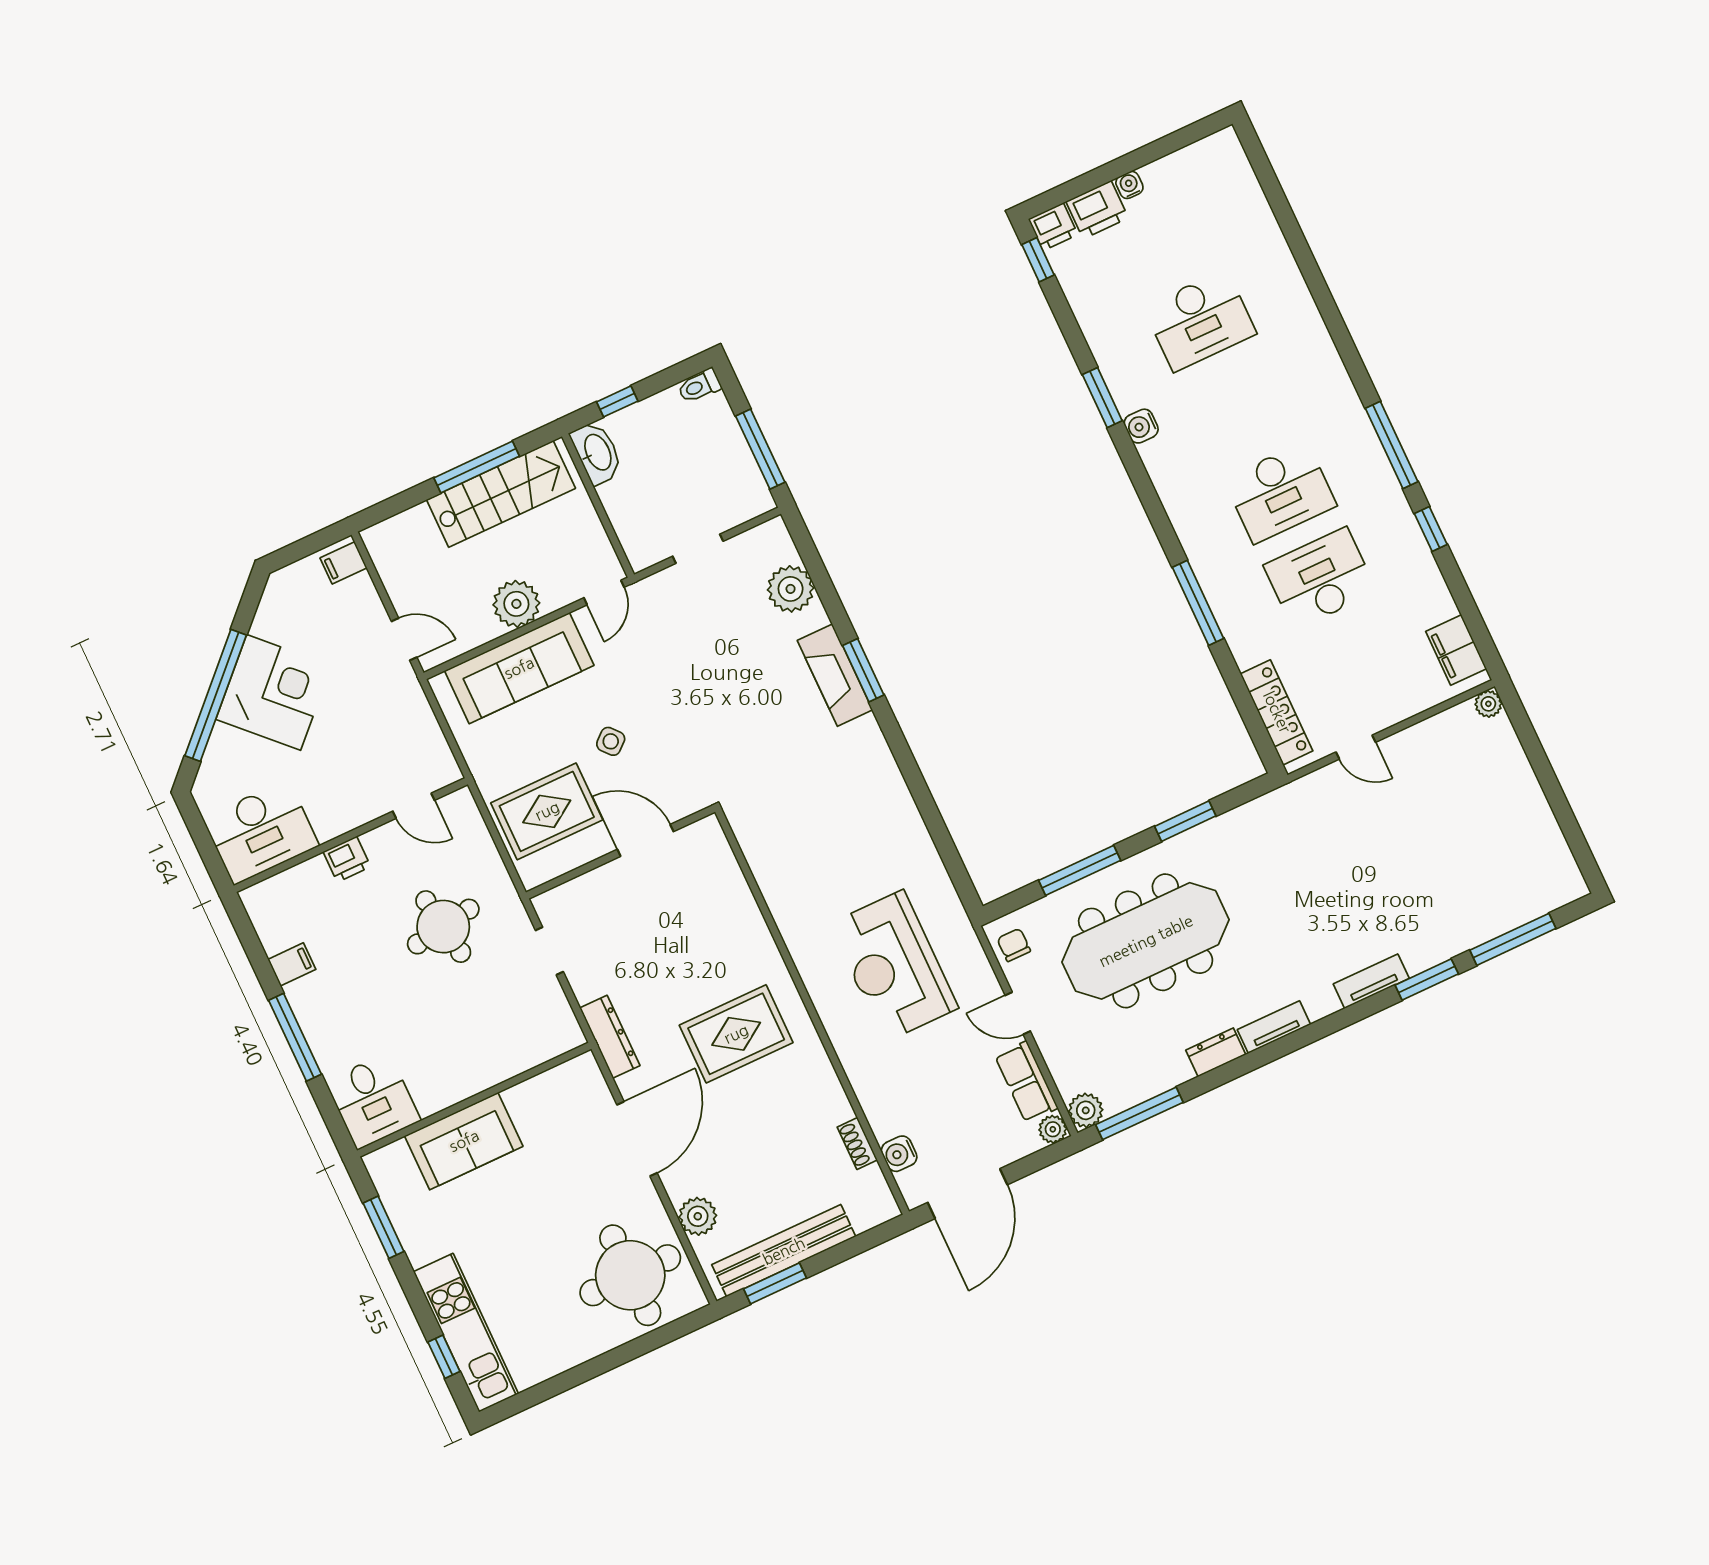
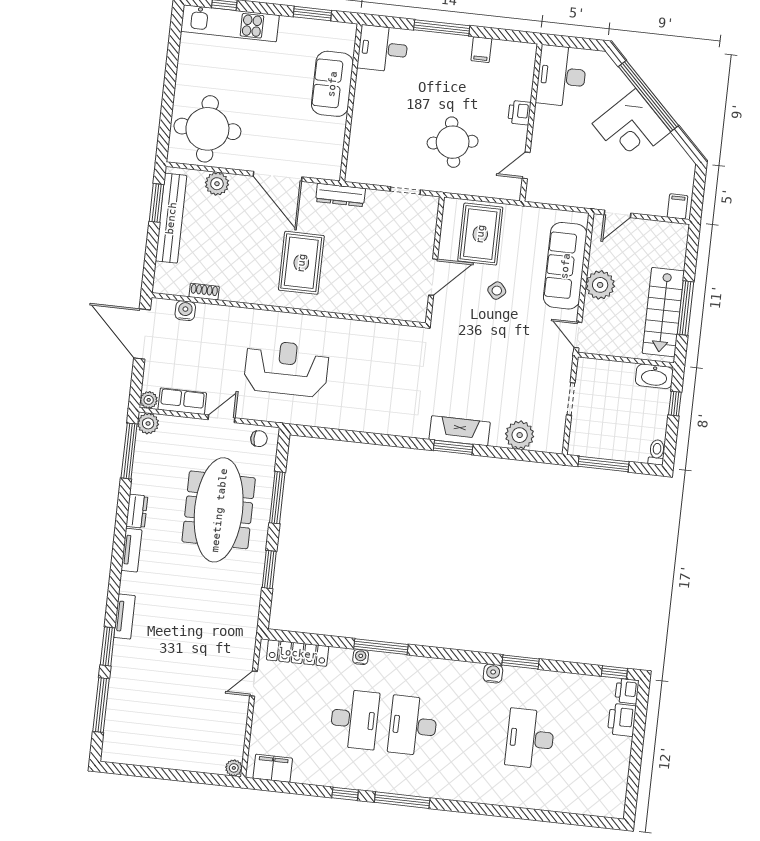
water cooler: (1129, 185) -> (361, 657), moved, turned -90

